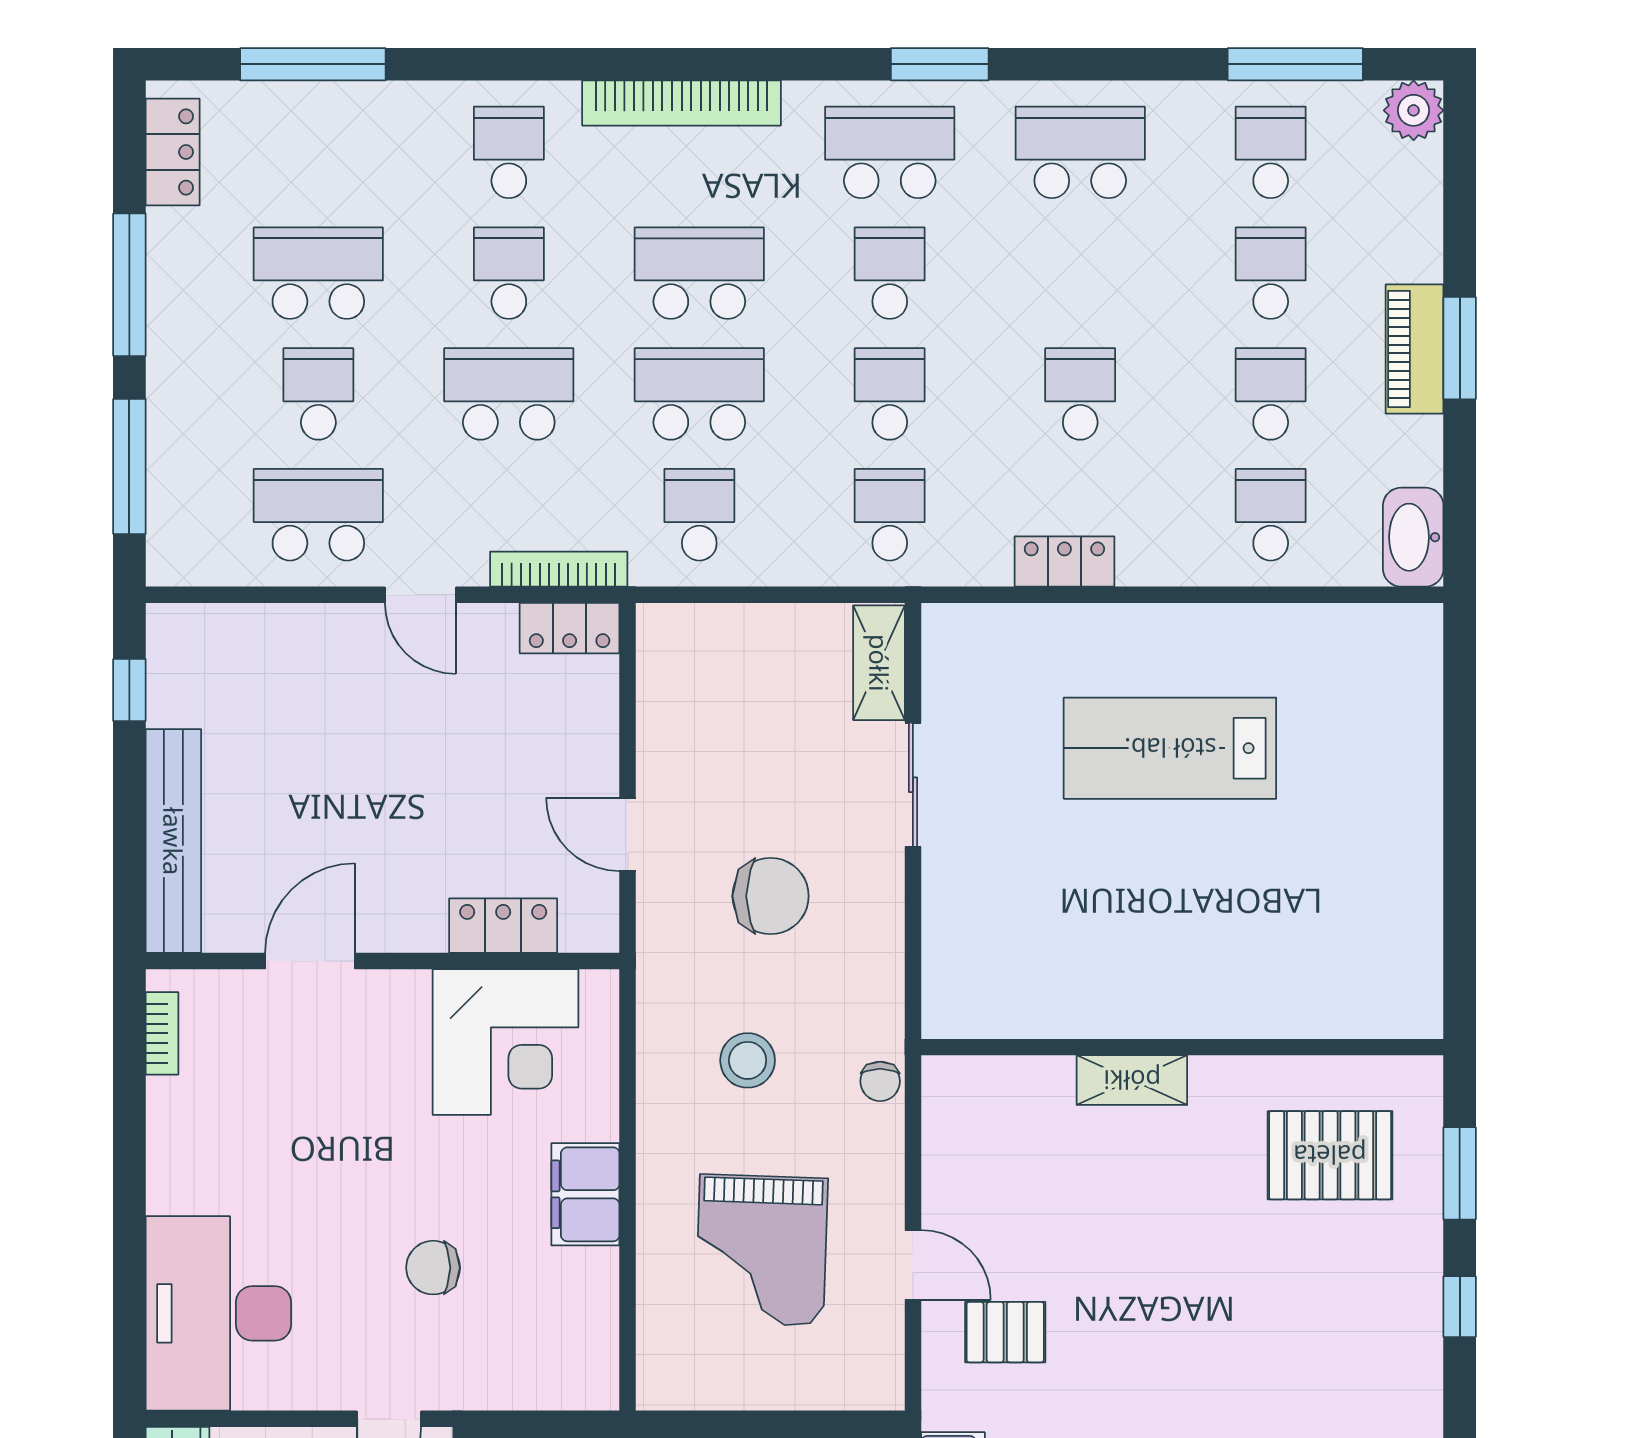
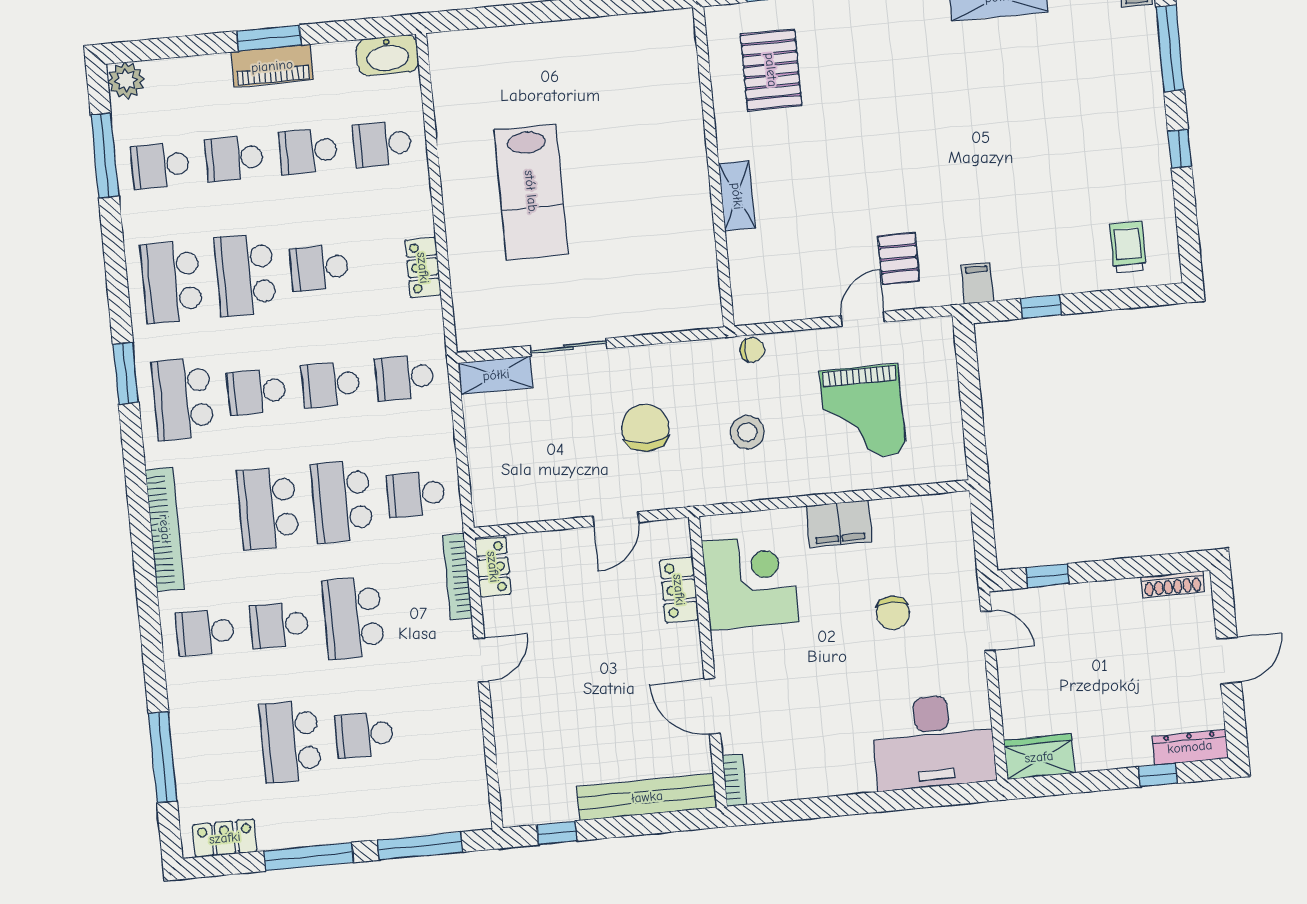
school desk: (318, 515) -> (245, 275), moved
bookcase: (162, 1033) -> (735, 780), moved, turned 90
grand piano: (761, 1250) -> (863, 413), turned 88

